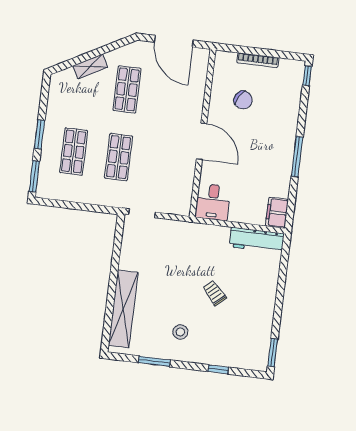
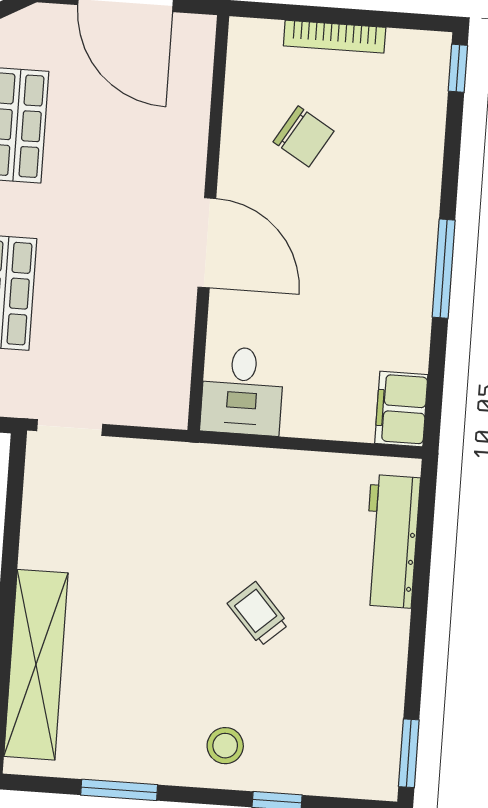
workbench: (257, 240) -> (391, 541), moved, turned 90
stool: (180, 332) -> (225, 746), moved

